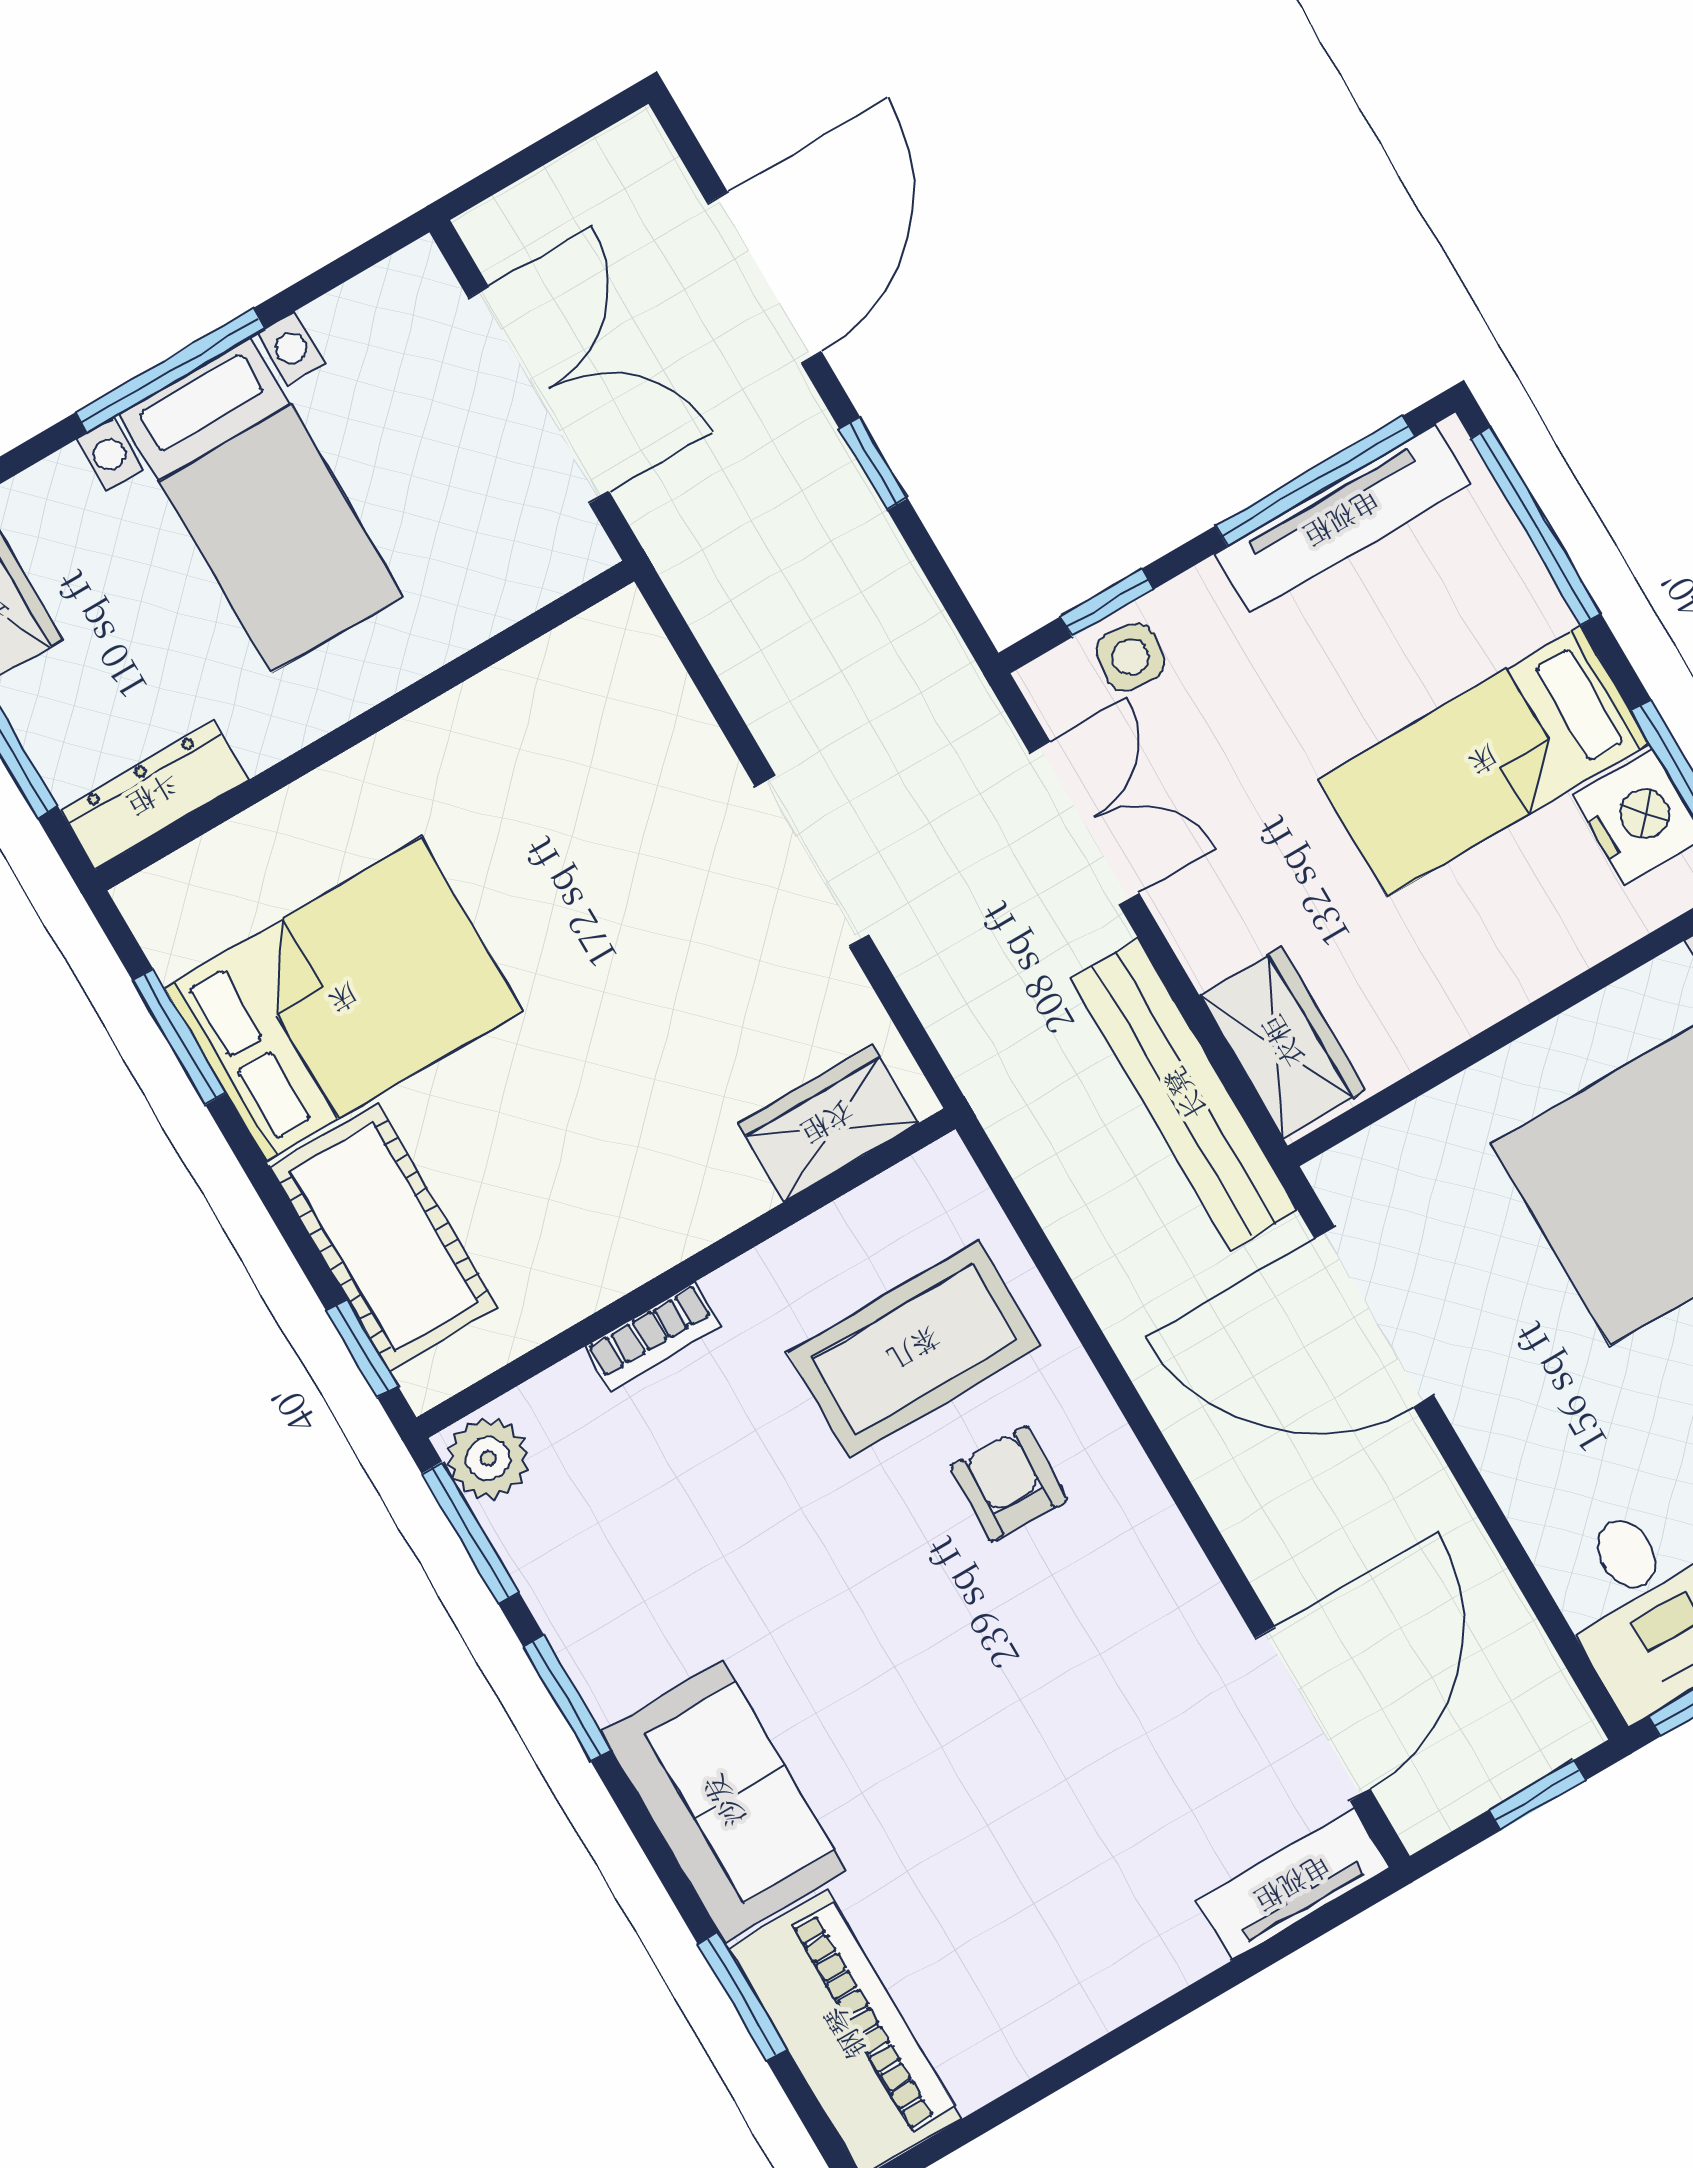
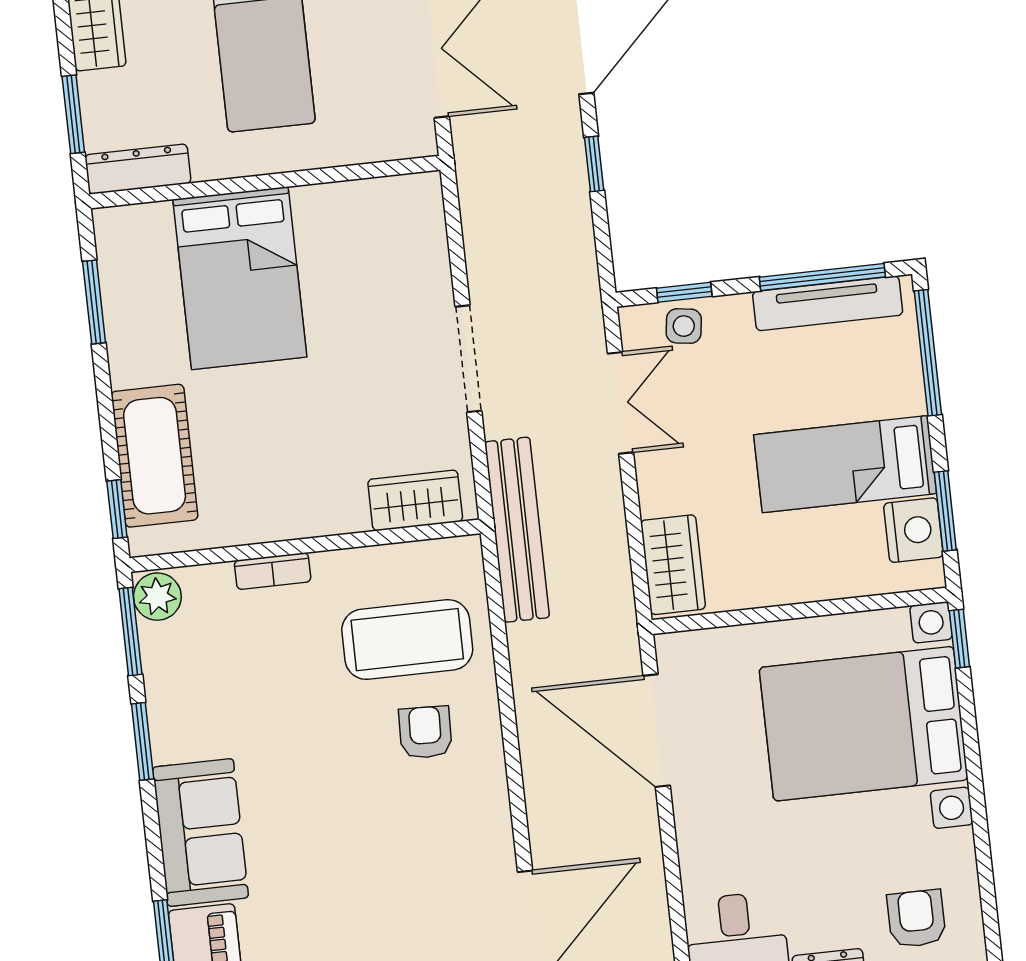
bed: (344, 999) -> (240, 278), moved, turned 90
bench: (1184, 1094) -> (517, 530), moved

